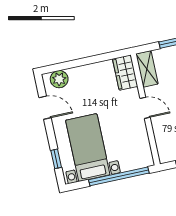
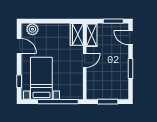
door: (145, 108) -> (85, 60), hinge flipped

